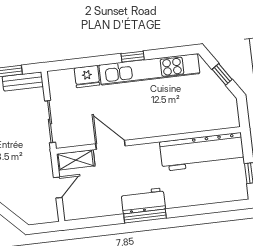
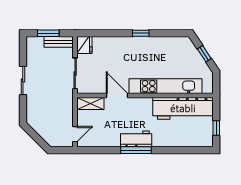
kitchen unit: (149, 69) -> (165, 86), moved, turned 180
fridge: (87, 76) -> (84, 45), moved, turned -90
door: (58, 187) -> (75, 134), moved

